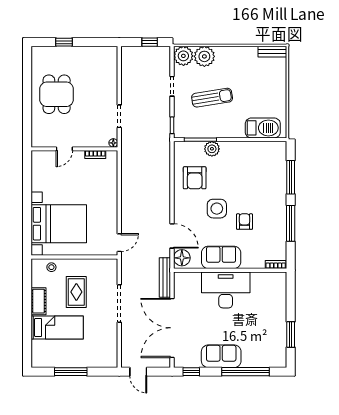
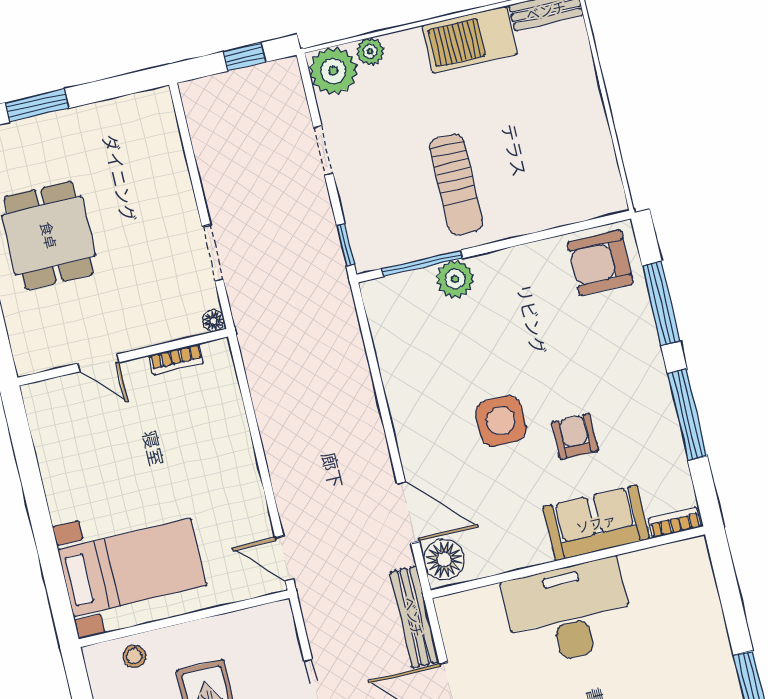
window: (64, 42) -> (37, 105), width x1.50
plant: (204, 56) -> (370, 51), width x0.53, depth x0.53
sun lounger: (212, 98) -> (456, 185), moved, turned 99
barbecue: (263, 128) -> (470, 40), moved, turned 180
door: (64, 149) -> (99, 363), hinge flipped
armchair: (195, 178) -> (600, 263), moved, turned 90
bed with nightstands: (59, 224) -> (132, 567), width x0.73
door: (119, 243) -> (284, 558), swing flipped
sofa: (221, 257) -> (596, 523), moved

